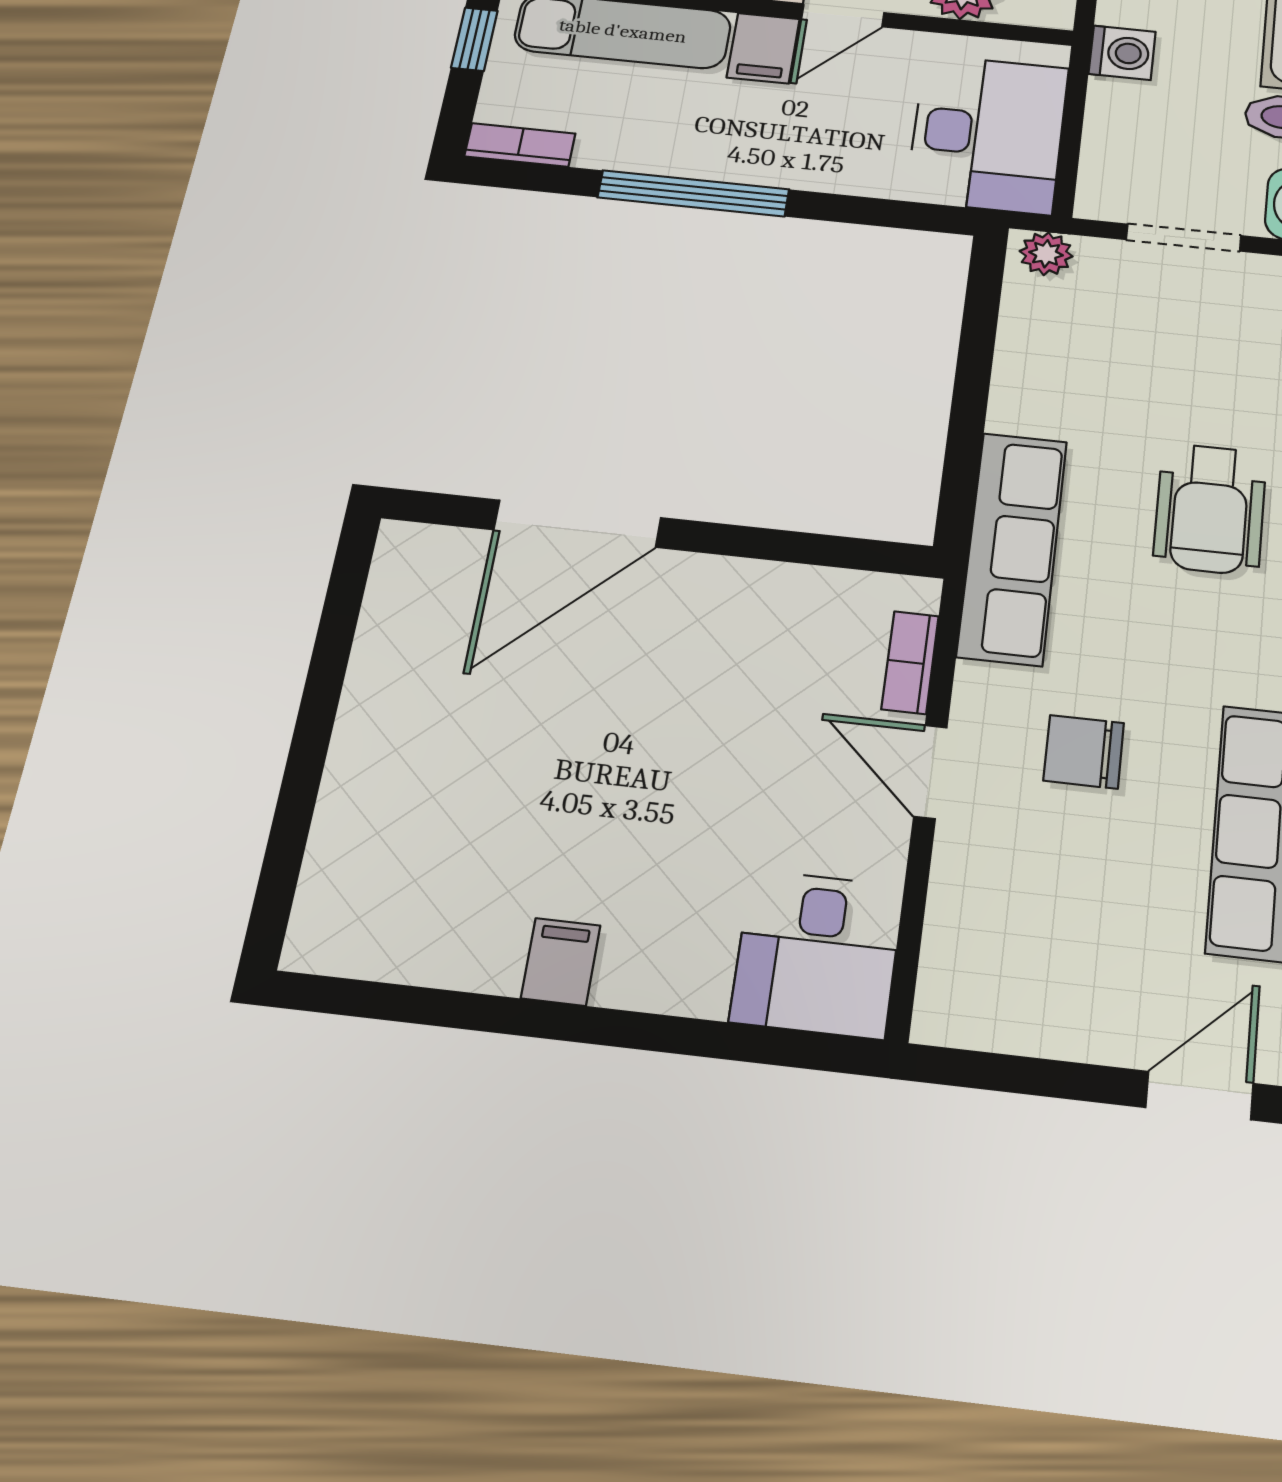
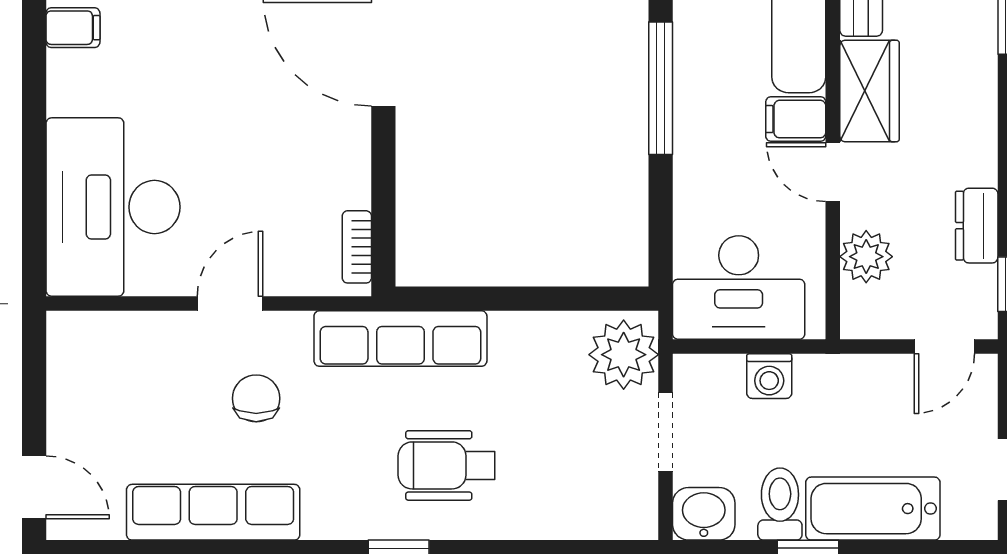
washing machine: (1122, 53) -> (769, 376), moved
plant: (1046, 254) -> (624, 355), width x1.88, depth x1.88
bookcase: (910, 662) -> (357, 247), moved, turned -90
desk: (817, 954) -> (113, 207), width x1.87, depth x1.30
filing cabinet: (561, 962) -> (73, 28), moved

